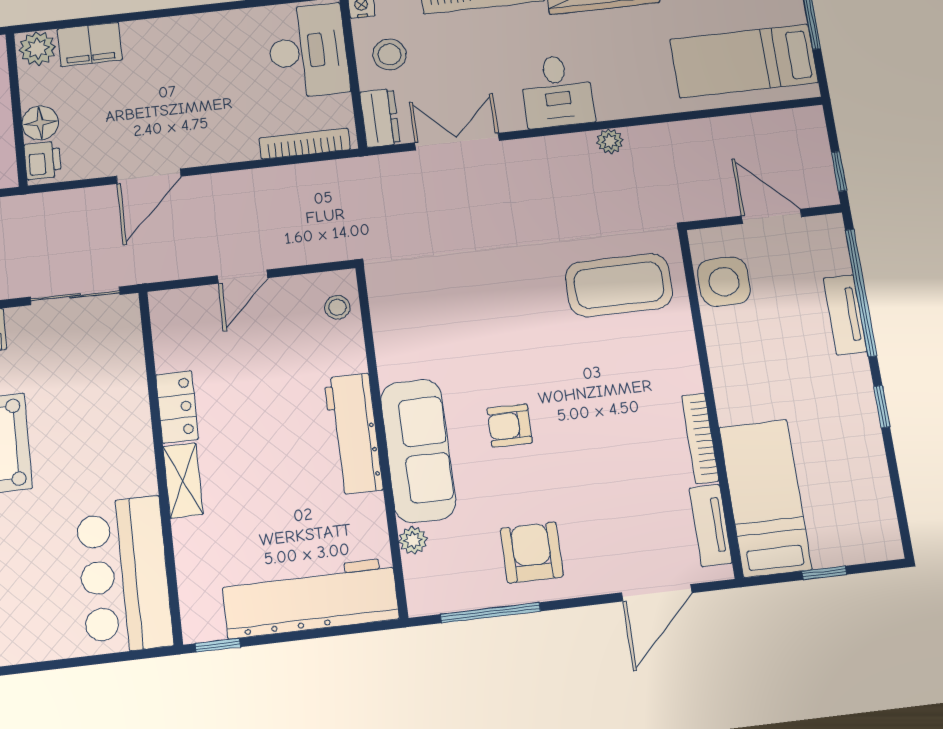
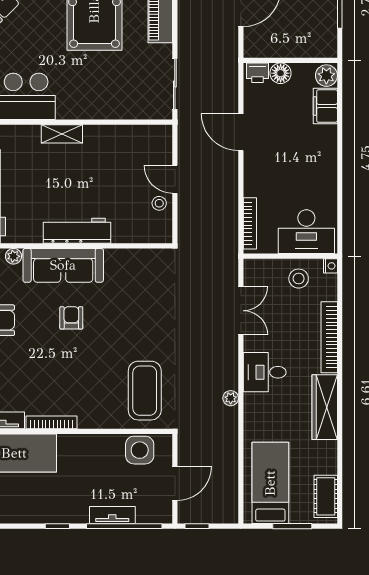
dresser: (380, 118) -> (260, 268), removed
stool: (337, 307) -> (159, 203), moved
locker: (177, 407) -> (104, 135), removed

